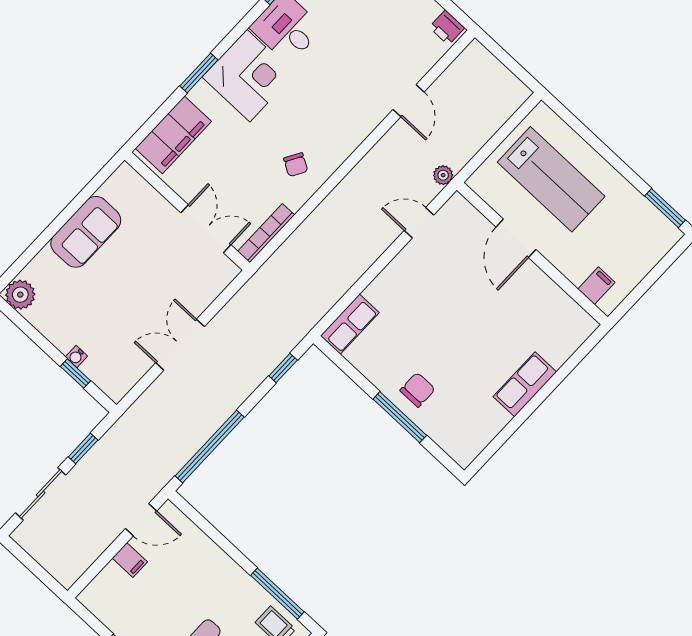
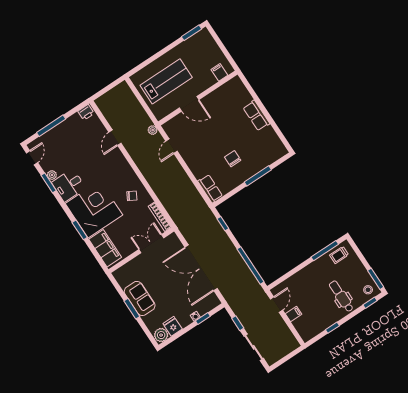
corner desk: (248, 76) -> (94, 209), width x1.36, depth x1.36
door: (409, 101) -> (115, 138), swing flipped
window: (61, 221) -> (132, 309), added
fridge: (44, 314) -> (173, 326), added
double door: (180, 345) -> (201, 268), width x1.87
chair: (418, 390) -> (233, 159), moved

